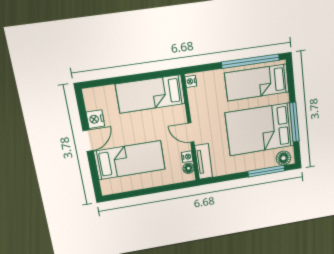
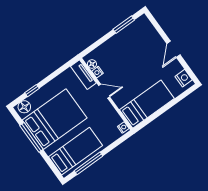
window: (250, 61) -> (89, 163), width x0.68
nightstand: (95, 119) -> (184, 78), moved
bed: (130, 160) -> (138, 49), removed
window: (266, 171) -> (32, 91), width x0.46
window: (131, 194) -> (124, 25), added

